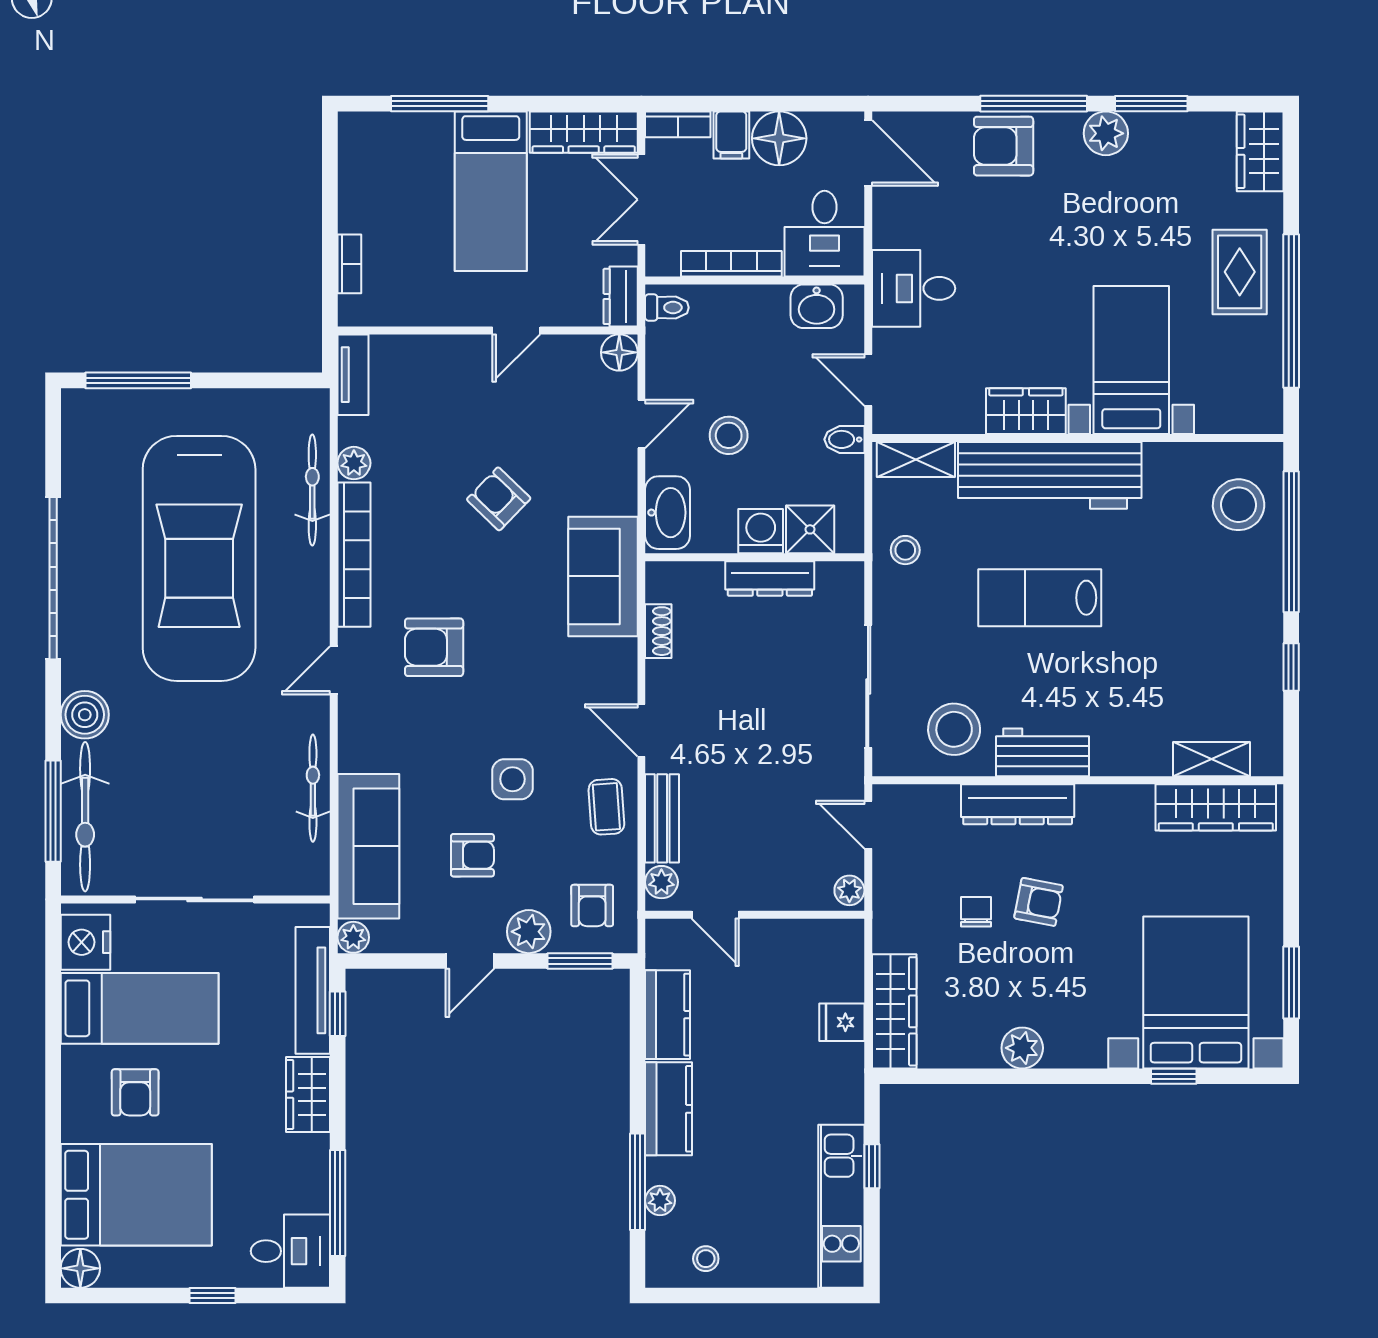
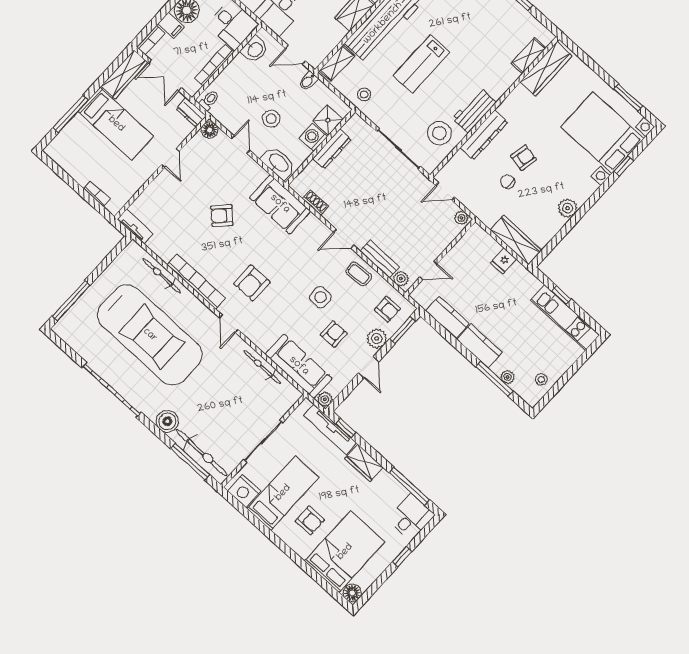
plant: (354, 463) -> (165, 253), removed

